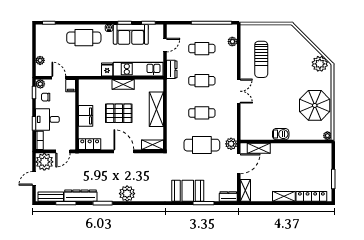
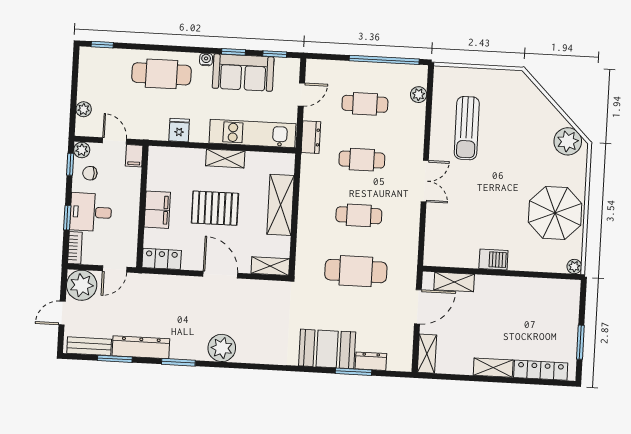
fridge: (107, 69) -> (179, 130), moved
plant: (231, 144) -> (407, 272), removed
dresser: (228, 197) -> (371, 361), moved

